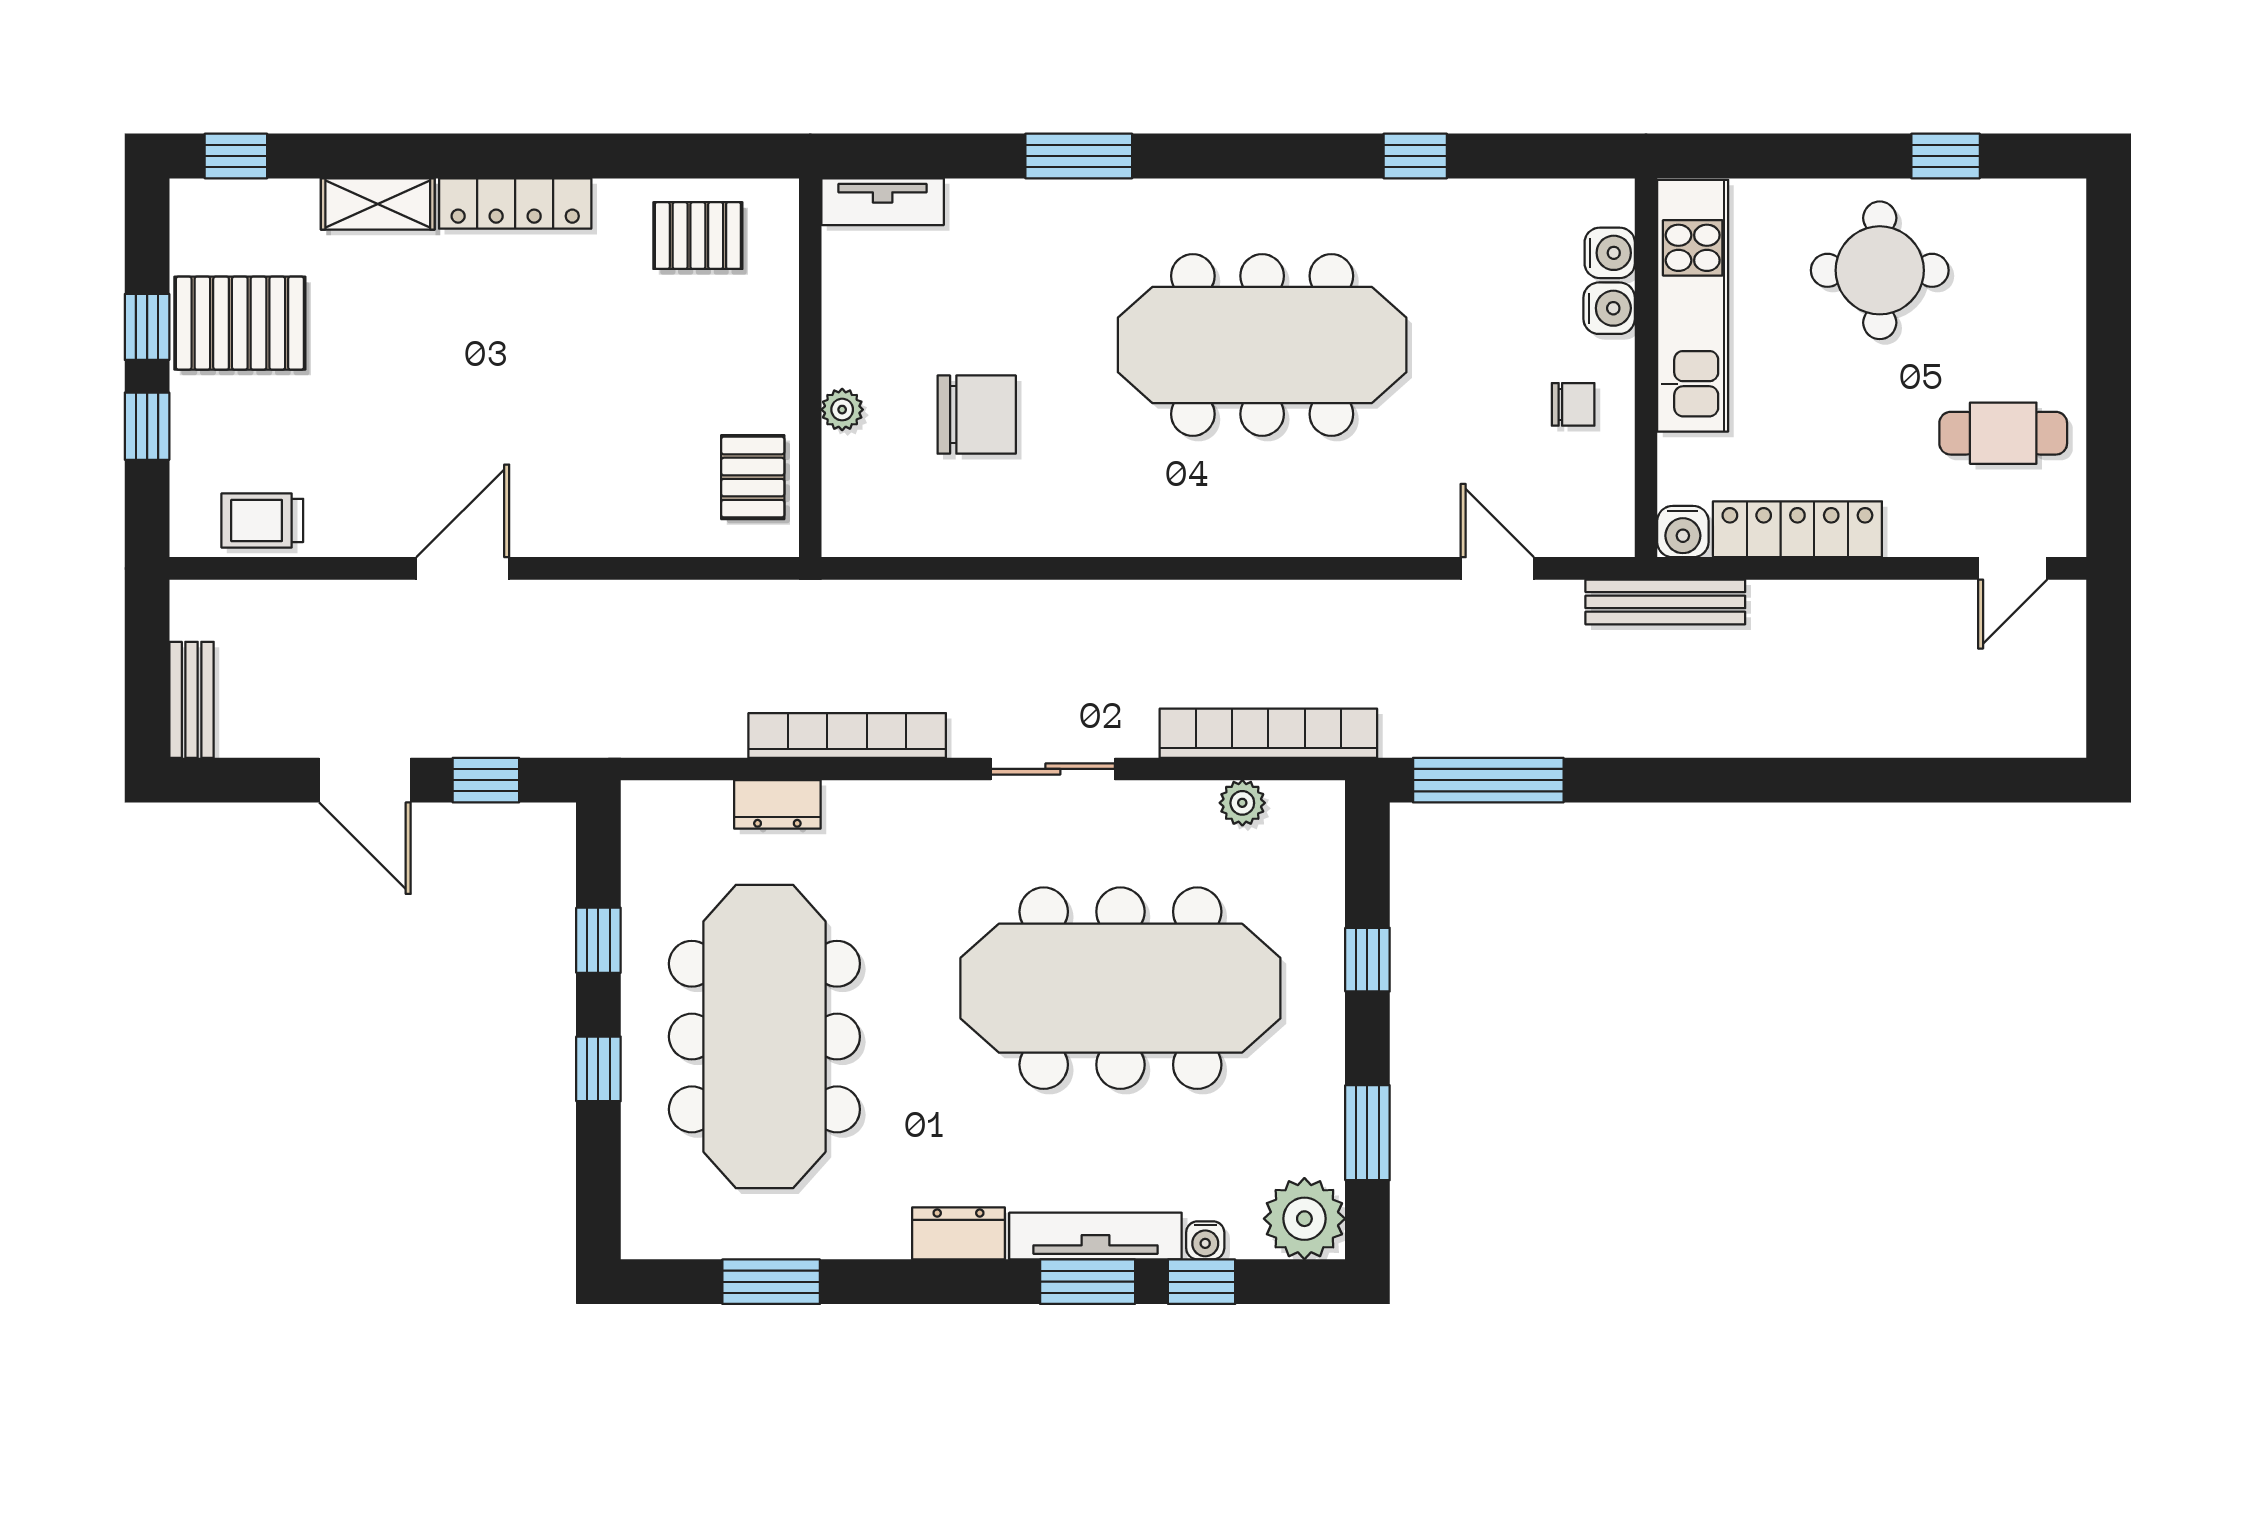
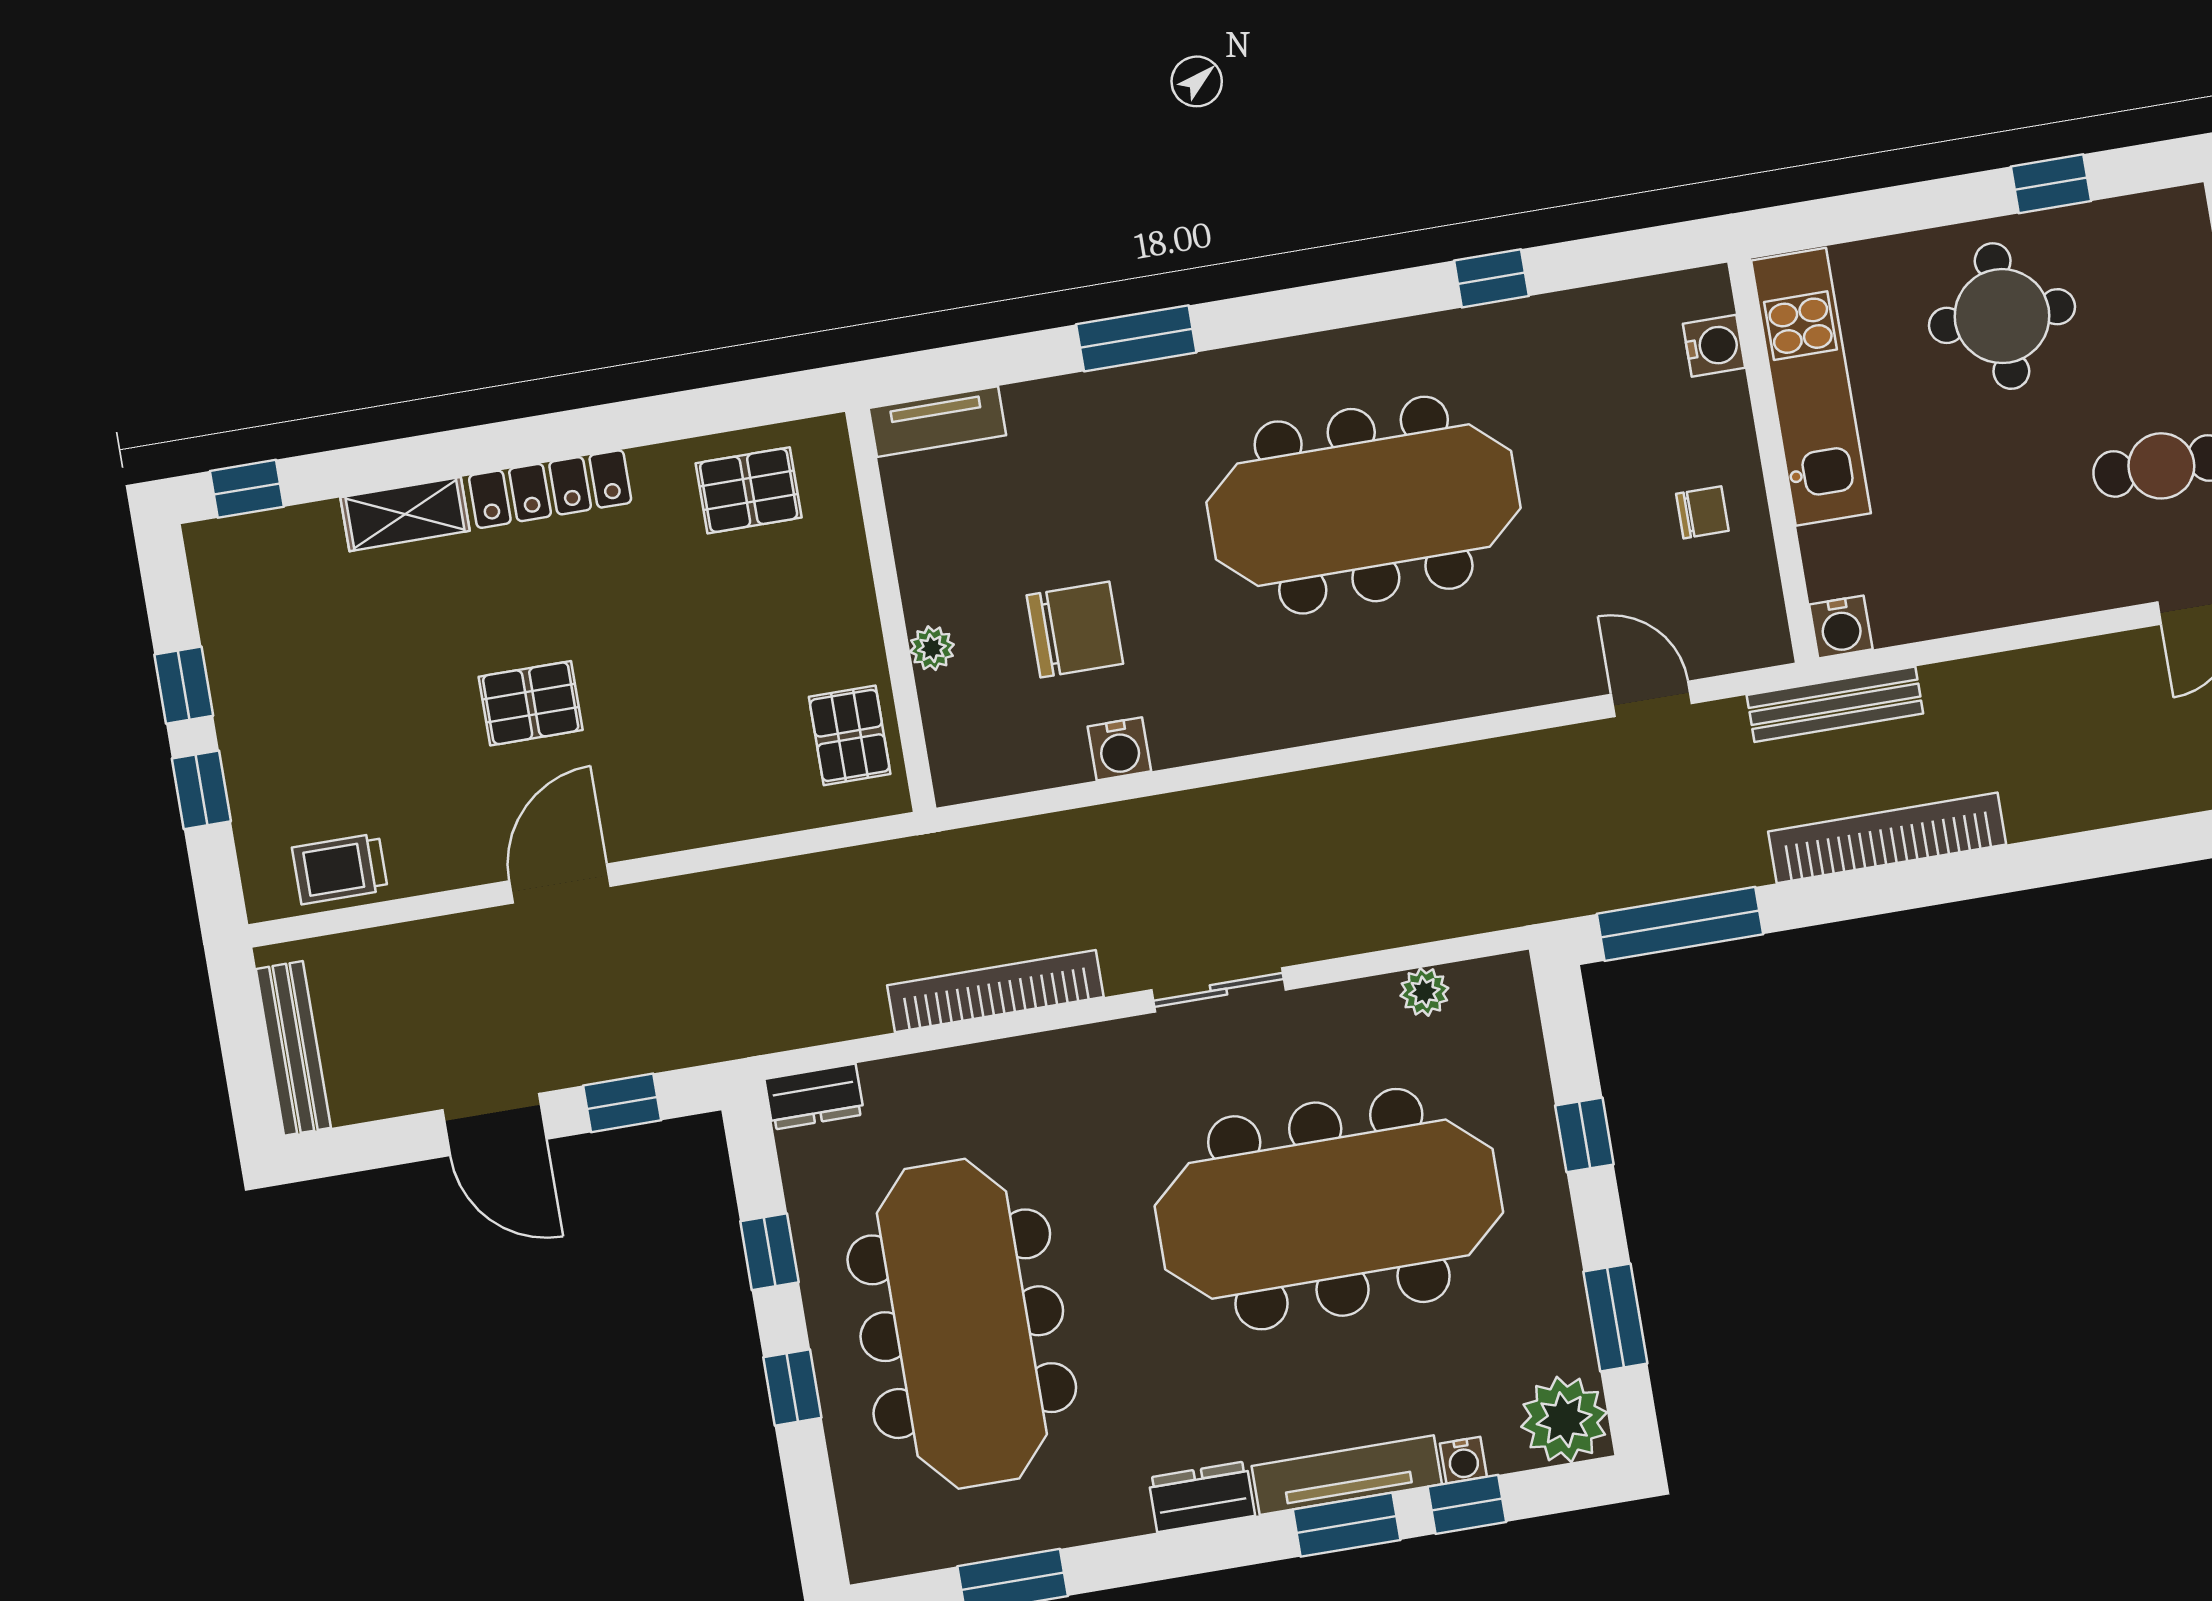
water cooler: (1609, 308) -> (1119, 749), moved, turned 90
pallet: (240, 323) -> (531, 703), moved, width x0.67, depth x0.71
locker: (1797, 529) -> (1961, 604), removed
bench: (192, 700) -> (293, 1048), width x1.36
bookcase: (1268, 733) -> (1887, 838), moved
dresser: (777, 804) -> (814, 1097), moved

